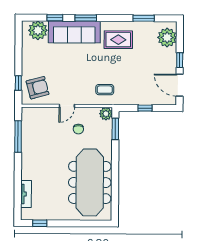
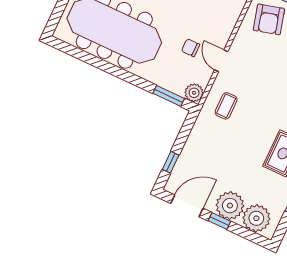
plant: (167, 58) -> (230, 206), added
door: (67, 106) -> (221, 61), moved
window: (145, 108) -> (171, 162), moved

